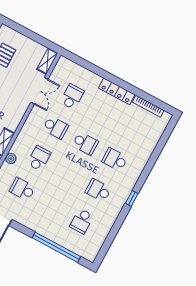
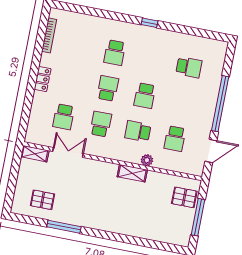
locker: (117, 91) -> (43, 79), width x0.66
school desk: (72, 97) -> (64, 117), turned -90
school desk: (98, 190) -> (145, 96), moved
window: (56, 247) -> (220, 104), moved

